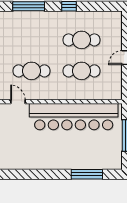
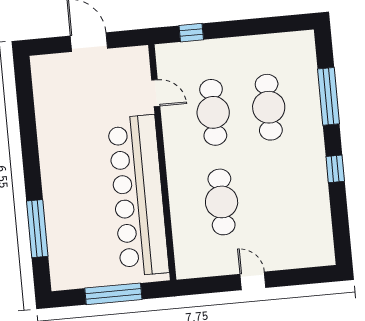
cafe table: (82, 40) -> (269, 107), moved
door: (18, 102) -> (156, 93), hinge flipped

